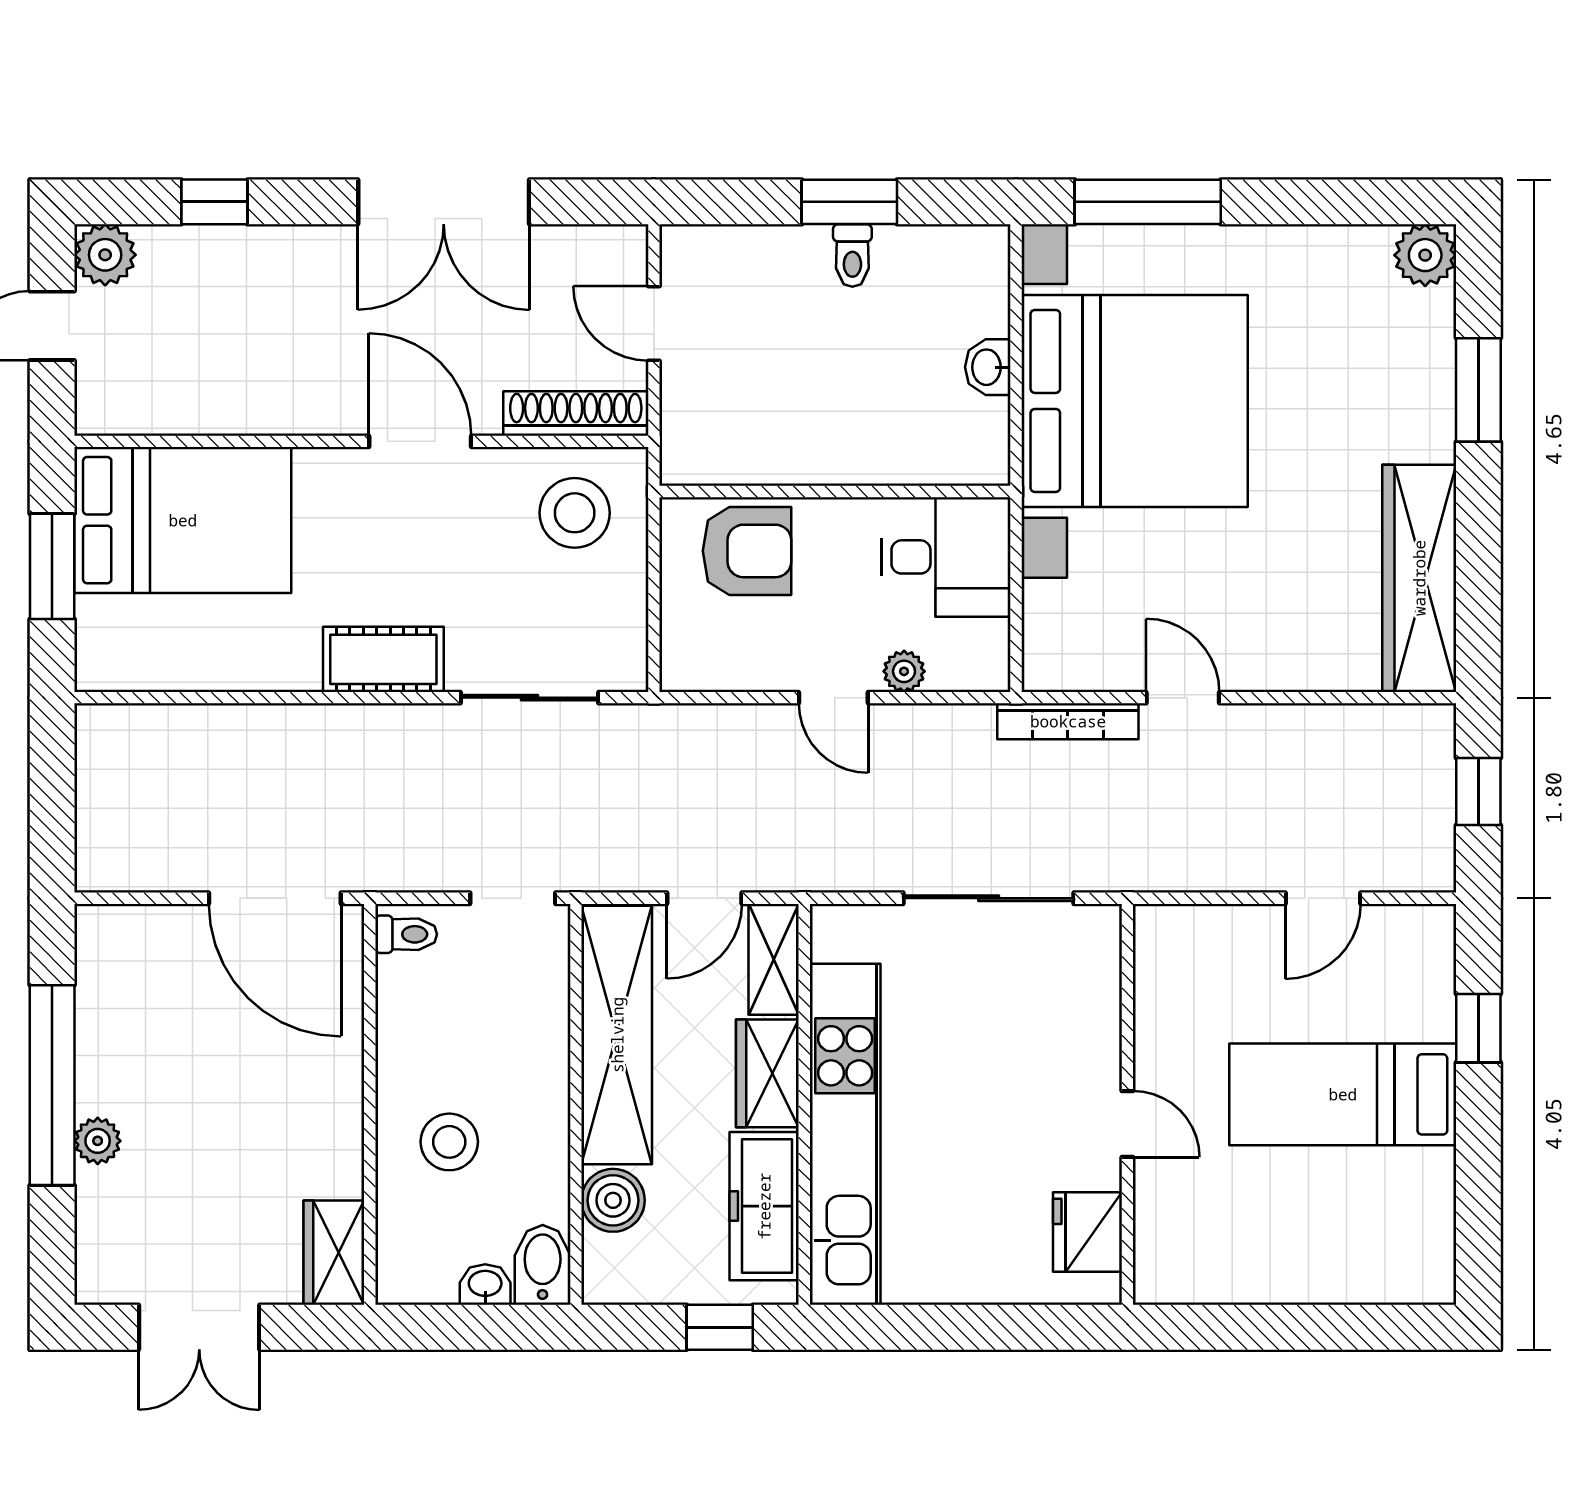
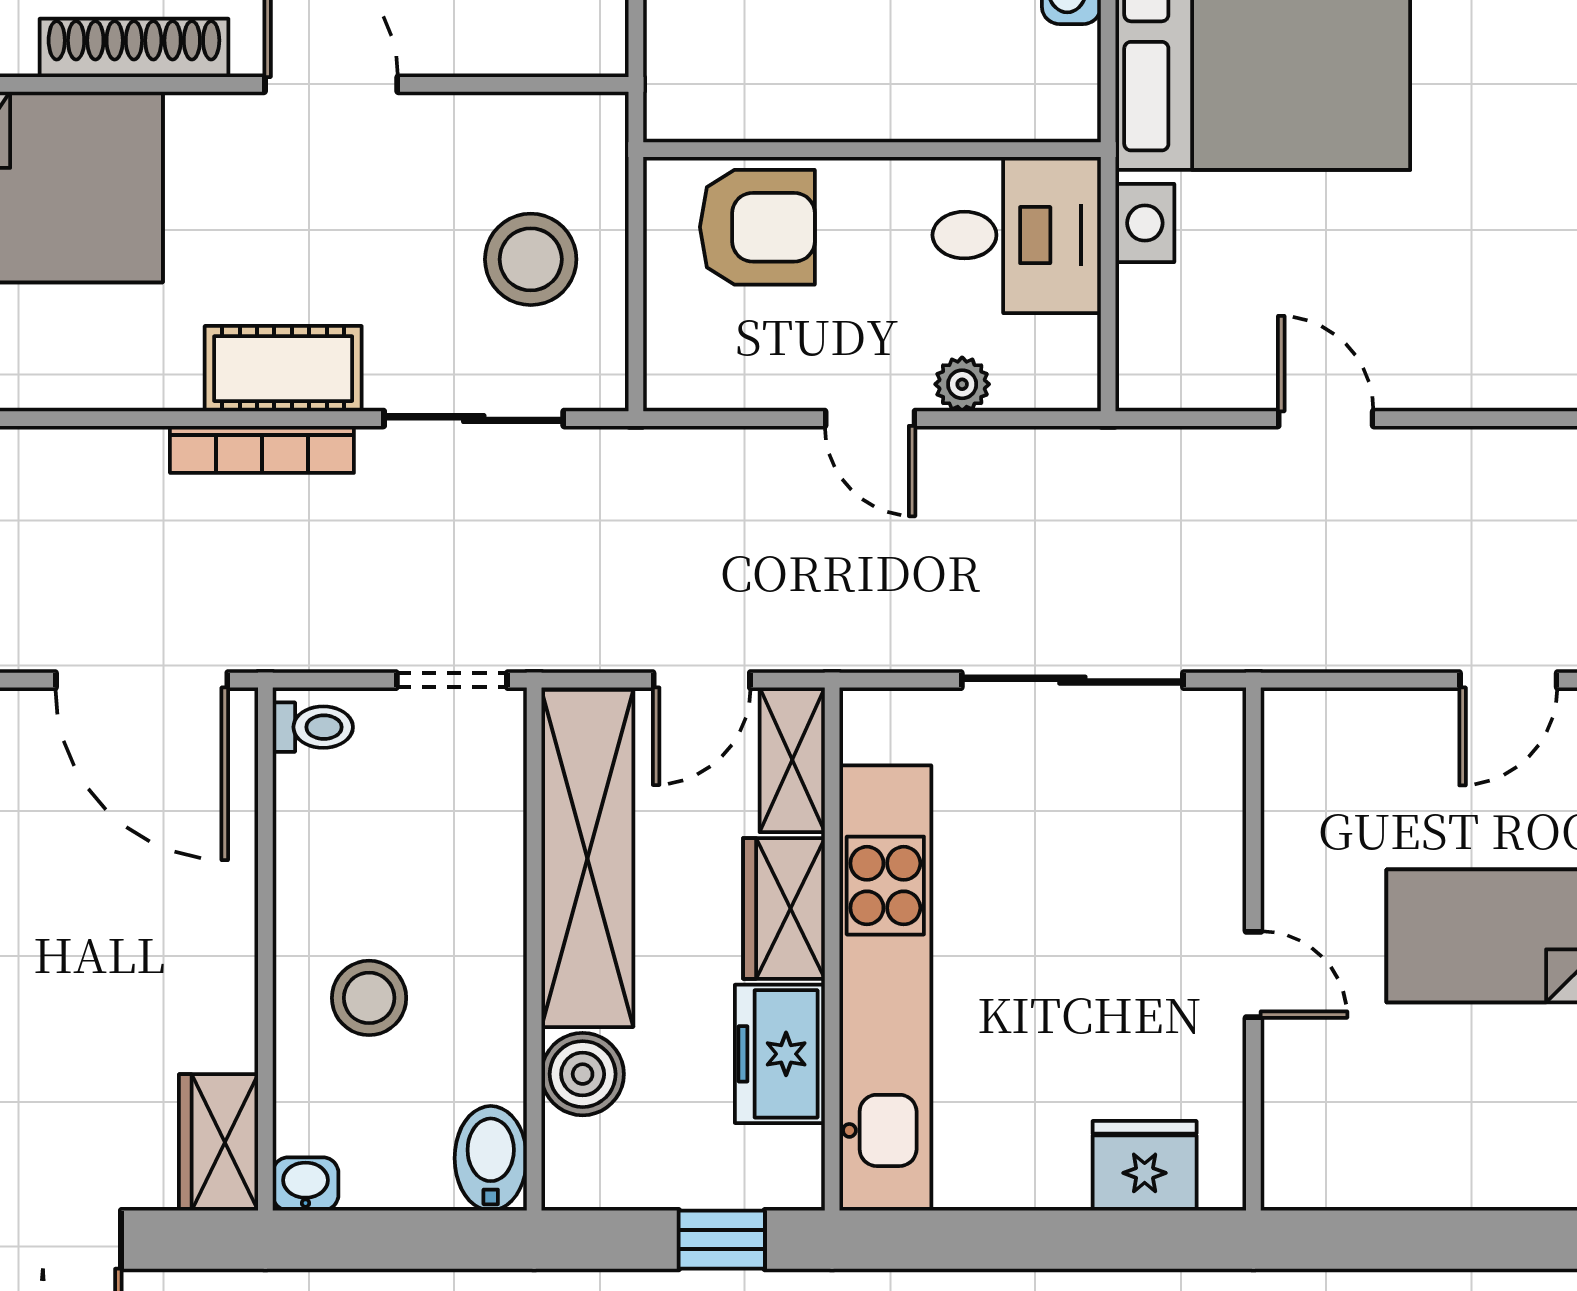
shoe rack: (576, 413) -> (134, 48), moved
stool: (575, 513) -> (531, 259), moved
bookcase: (1068, 721) -> (262, 449), moved
freezer: (764, 1206) -> (780, 1054), width x0.71
fridge: (1088, 1232) -> (1145, 1166), moved, turned 90
washbasin: (485, 1285) -> (306, 1184), moved

